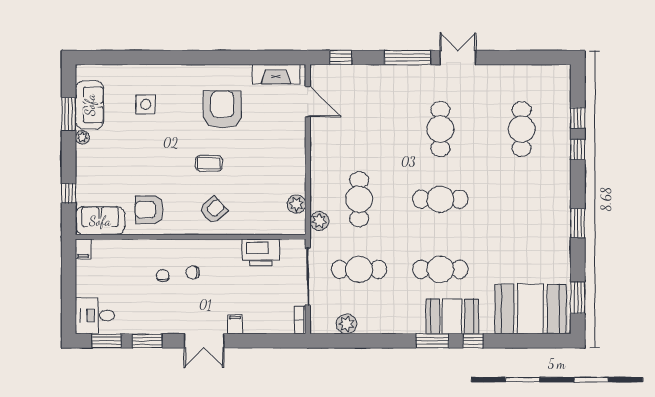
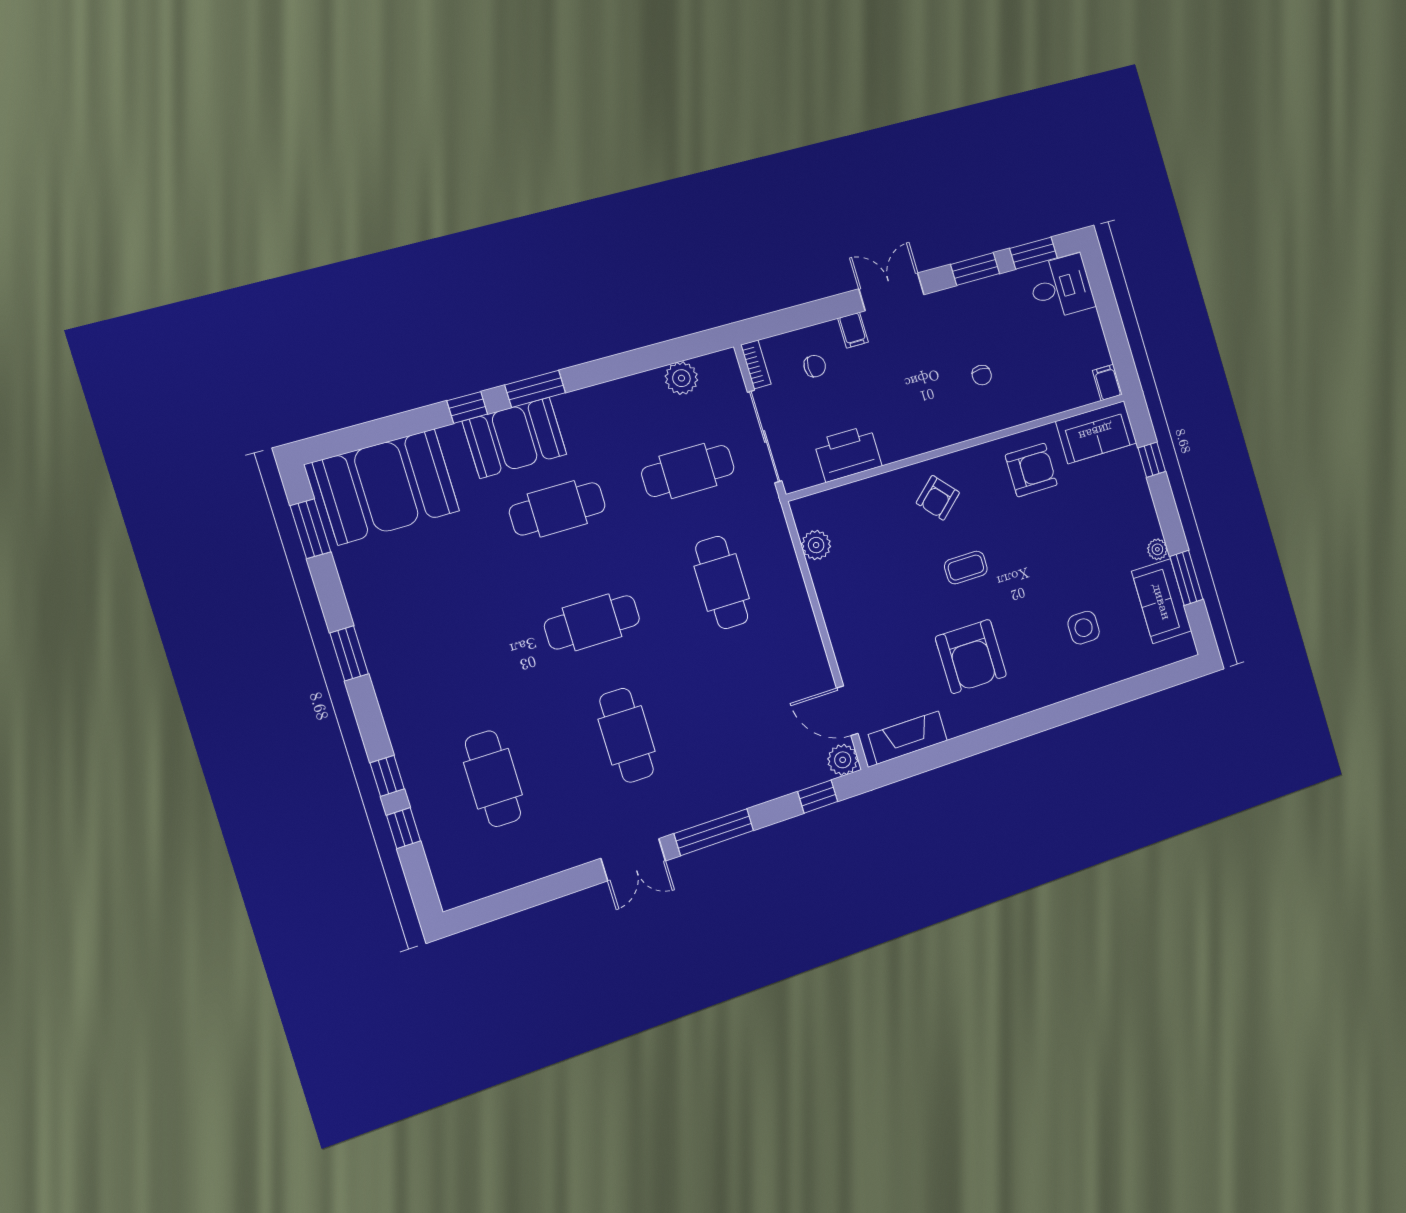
plant: (319, 221) -> (843, 760), moved
chair: (193, 273) -> (815, 366), moved

